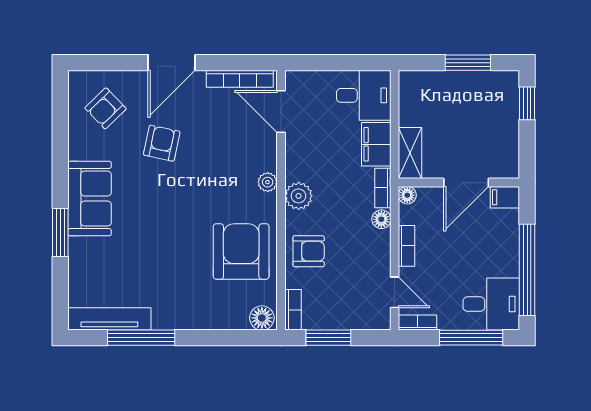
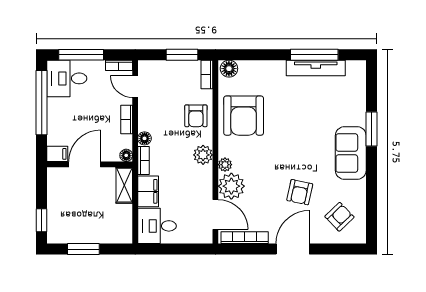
plant: (258, 152) -> (231, 186), added
armchair: (309, 251) -> (196, 116), turned -90
tv unit: (109, 319) -> (316, 68), moved

